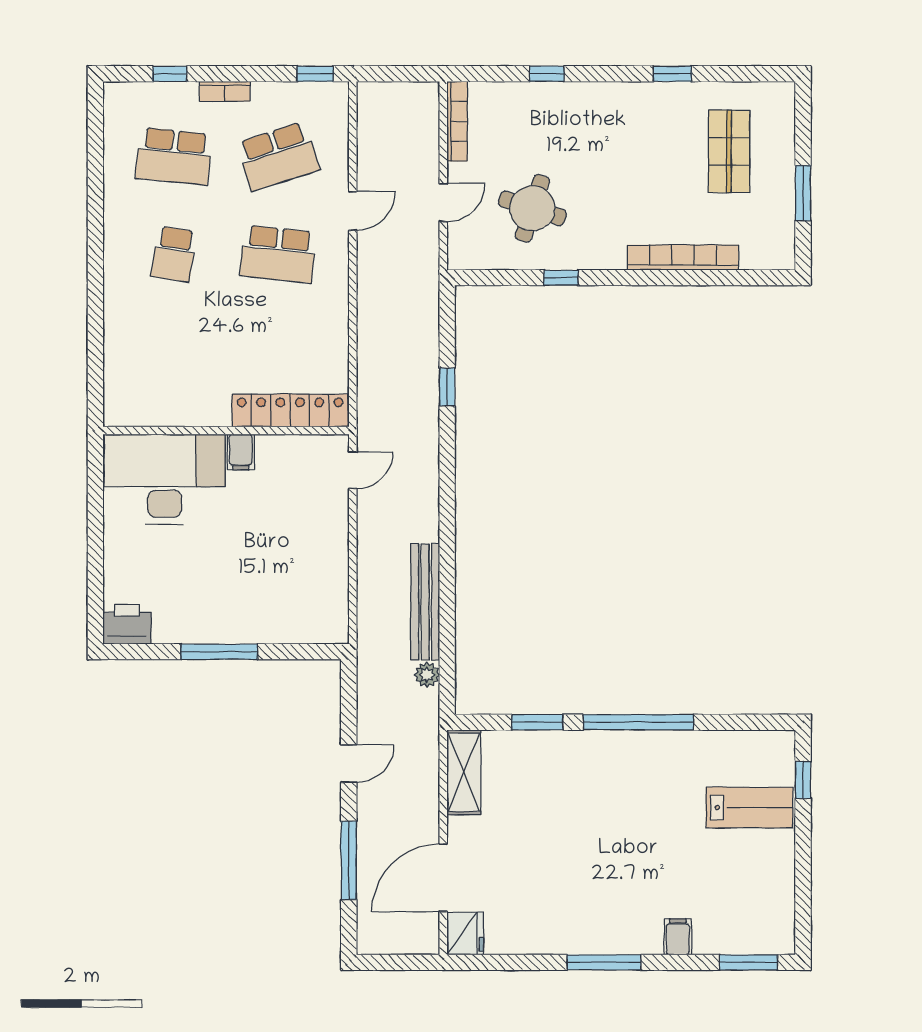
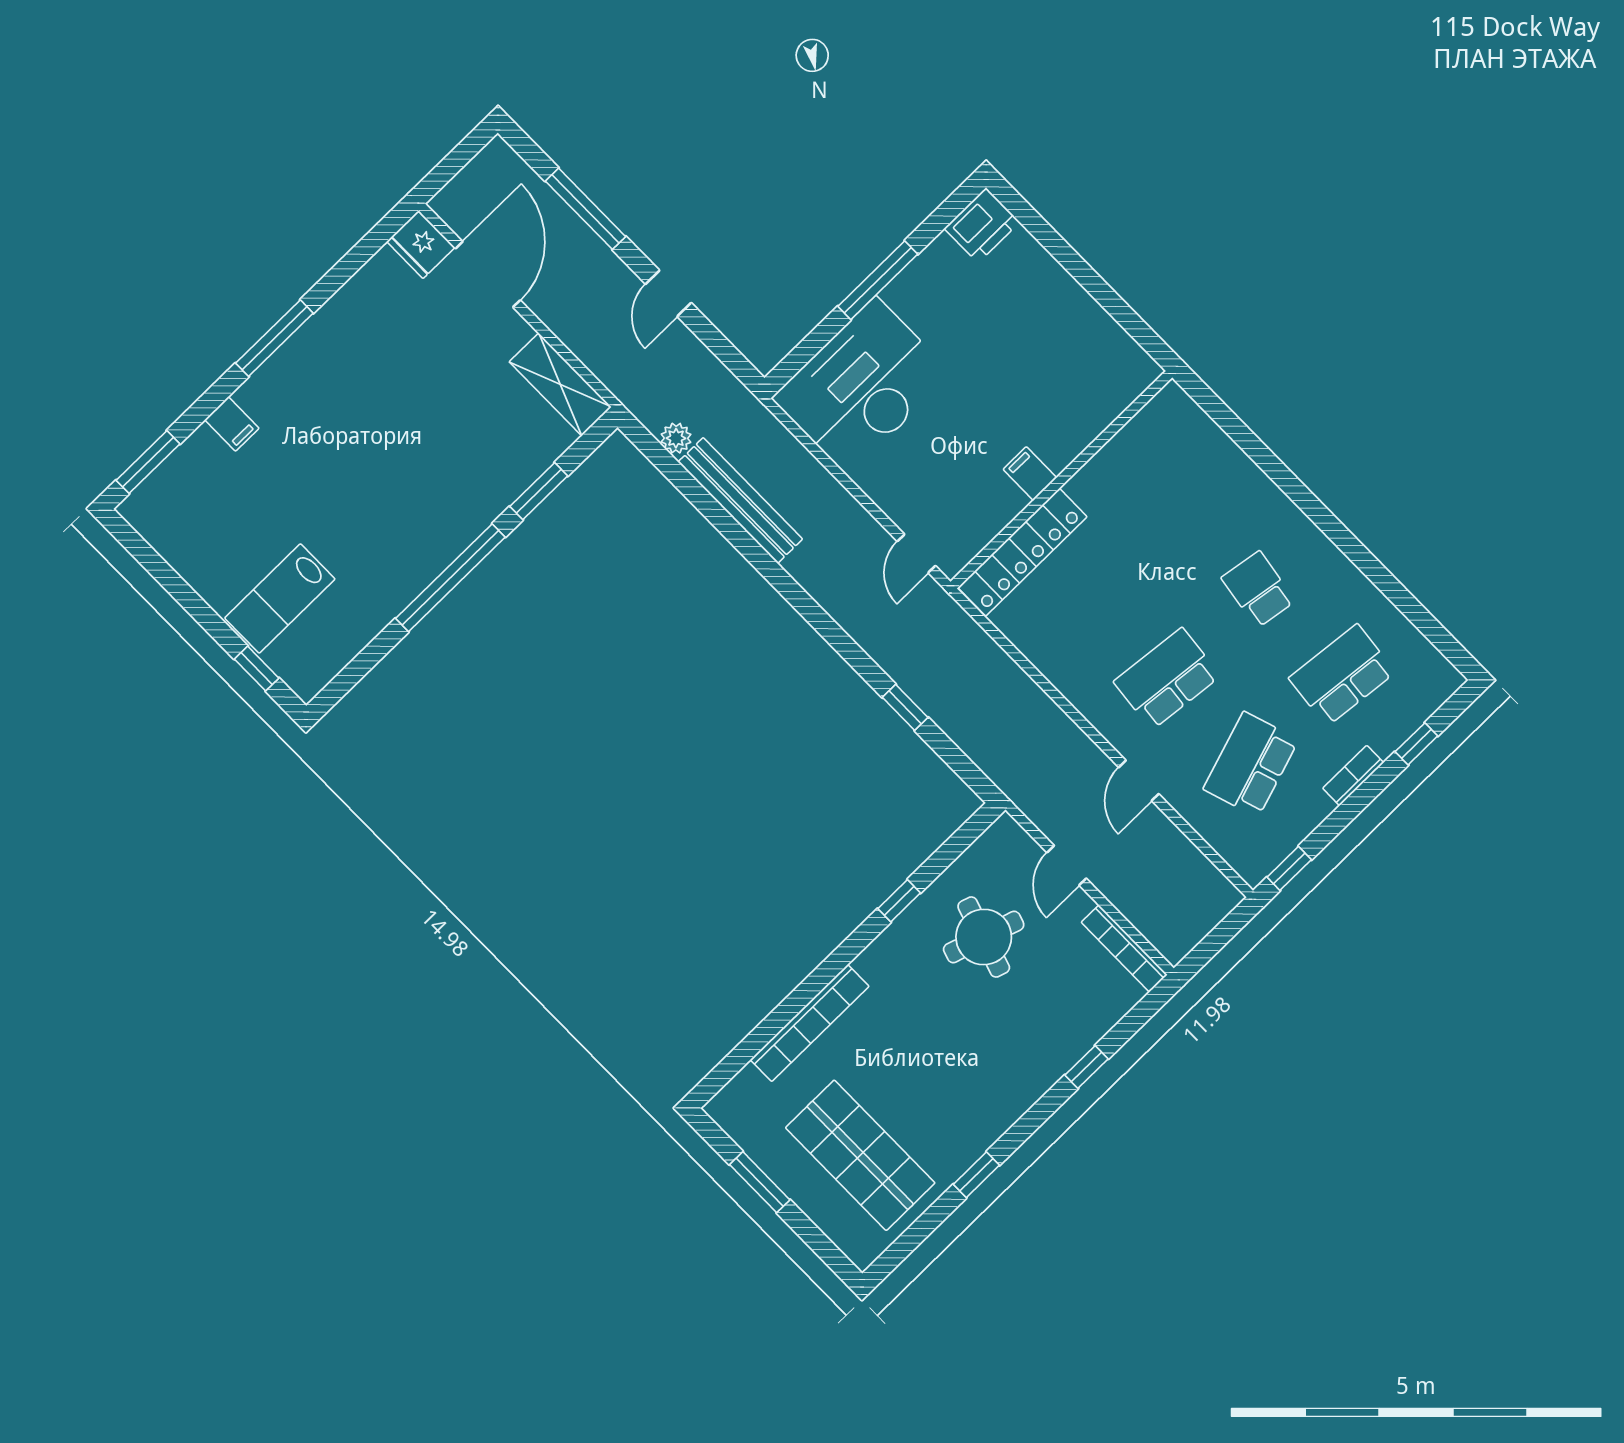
shop shelf: (729, 151) -> (860, 1155), width x1.43, depth x1.36
desk: (165, 479) -> (862, 386), moved, turned 180

